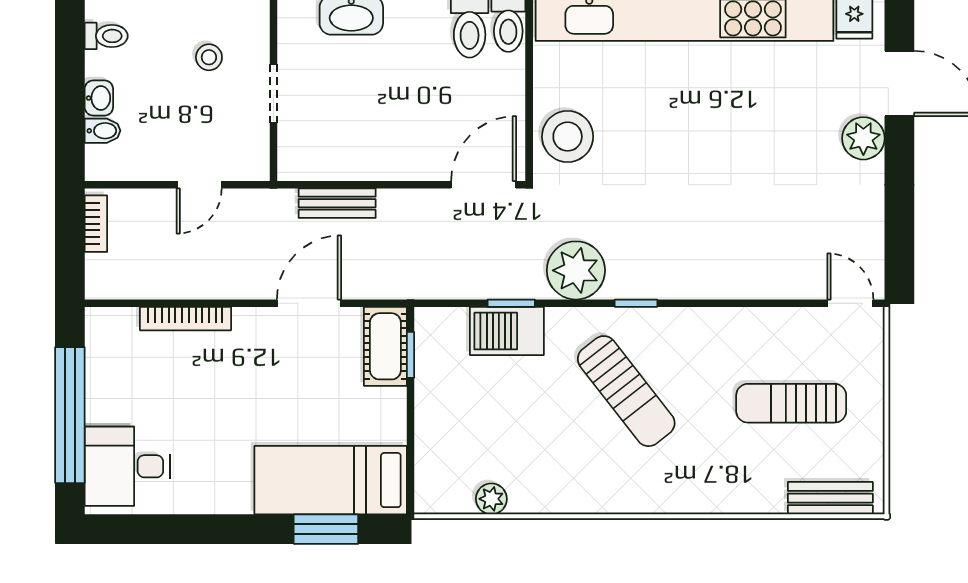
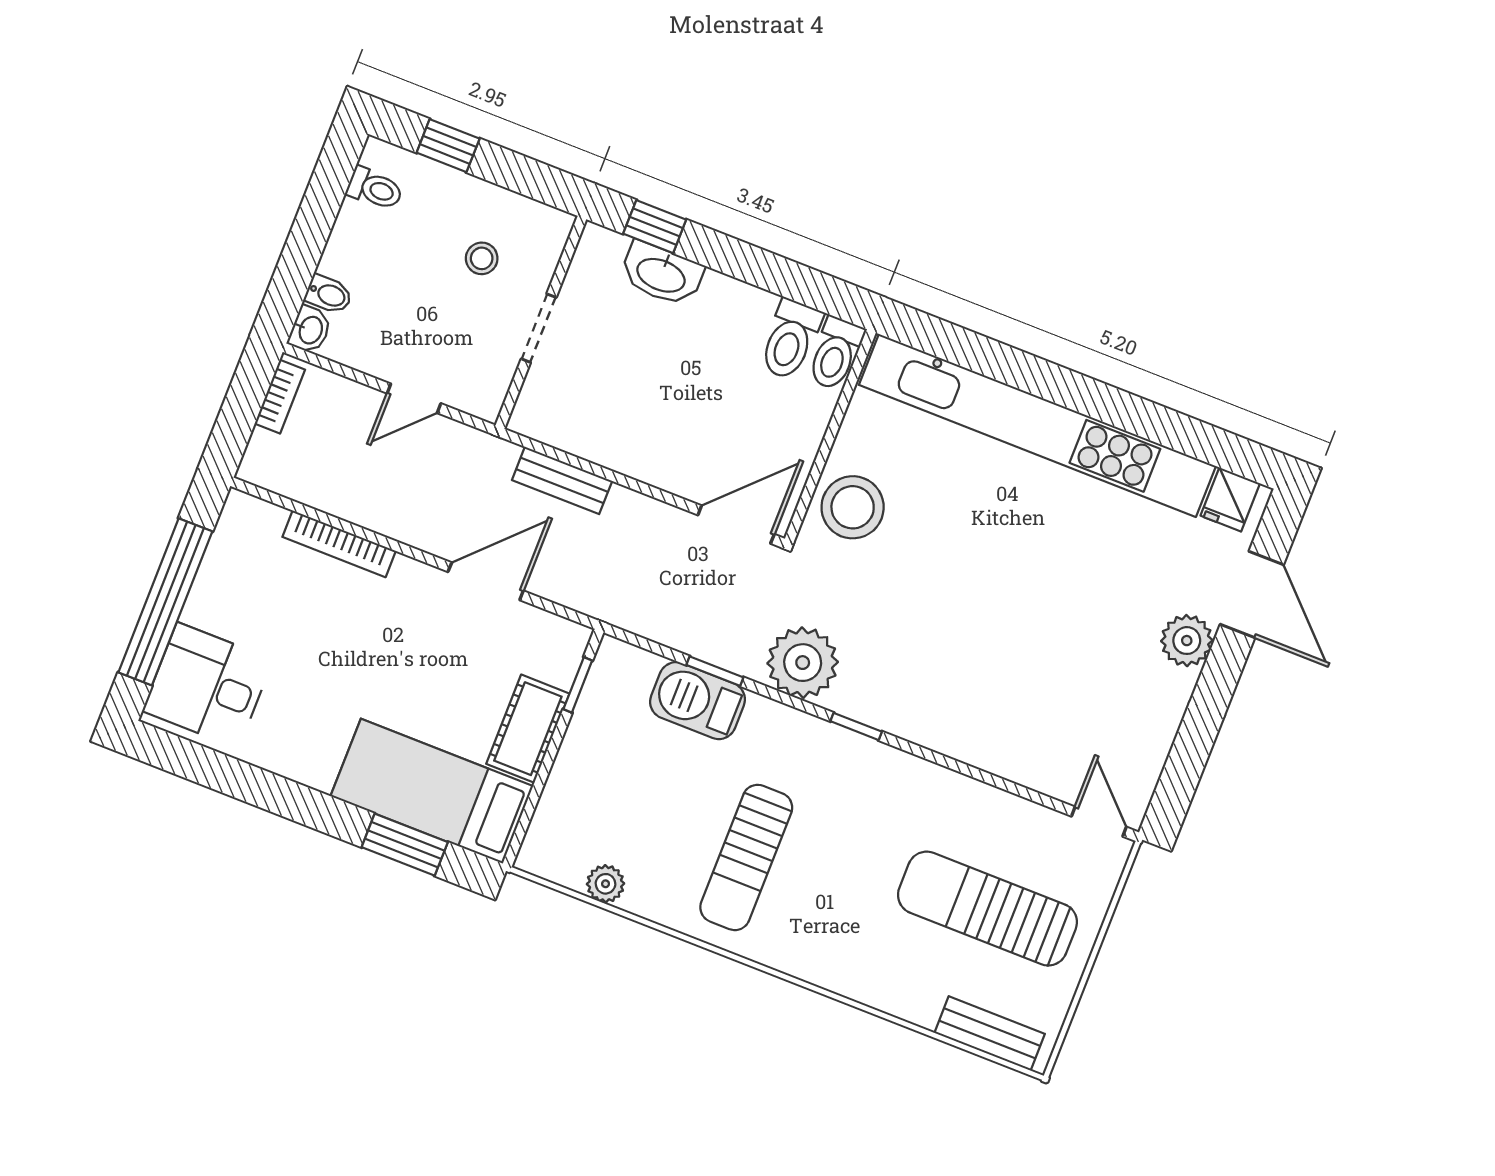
washbasin: (99, 98) -> (310, 330), moved
cot: (385, 346) -> (528, 729), moved
sun lounger: (626, 391) -> (746, 857), moved, turned 38
sun lounger: (791, 403) -> (987, 909), width x1.36, depth x1.34

